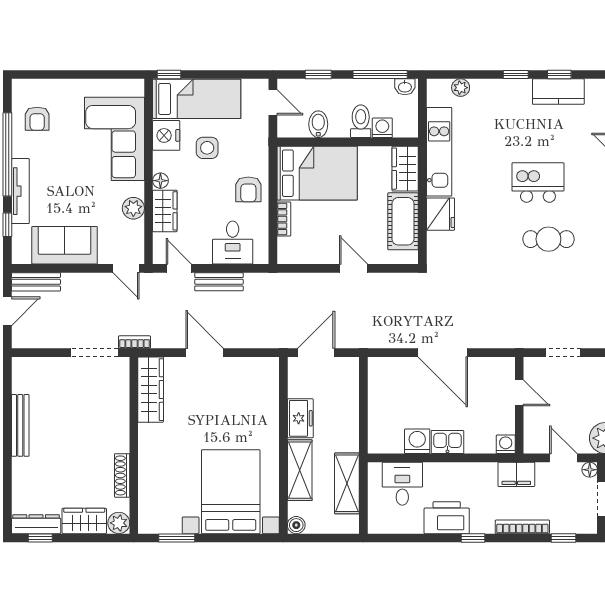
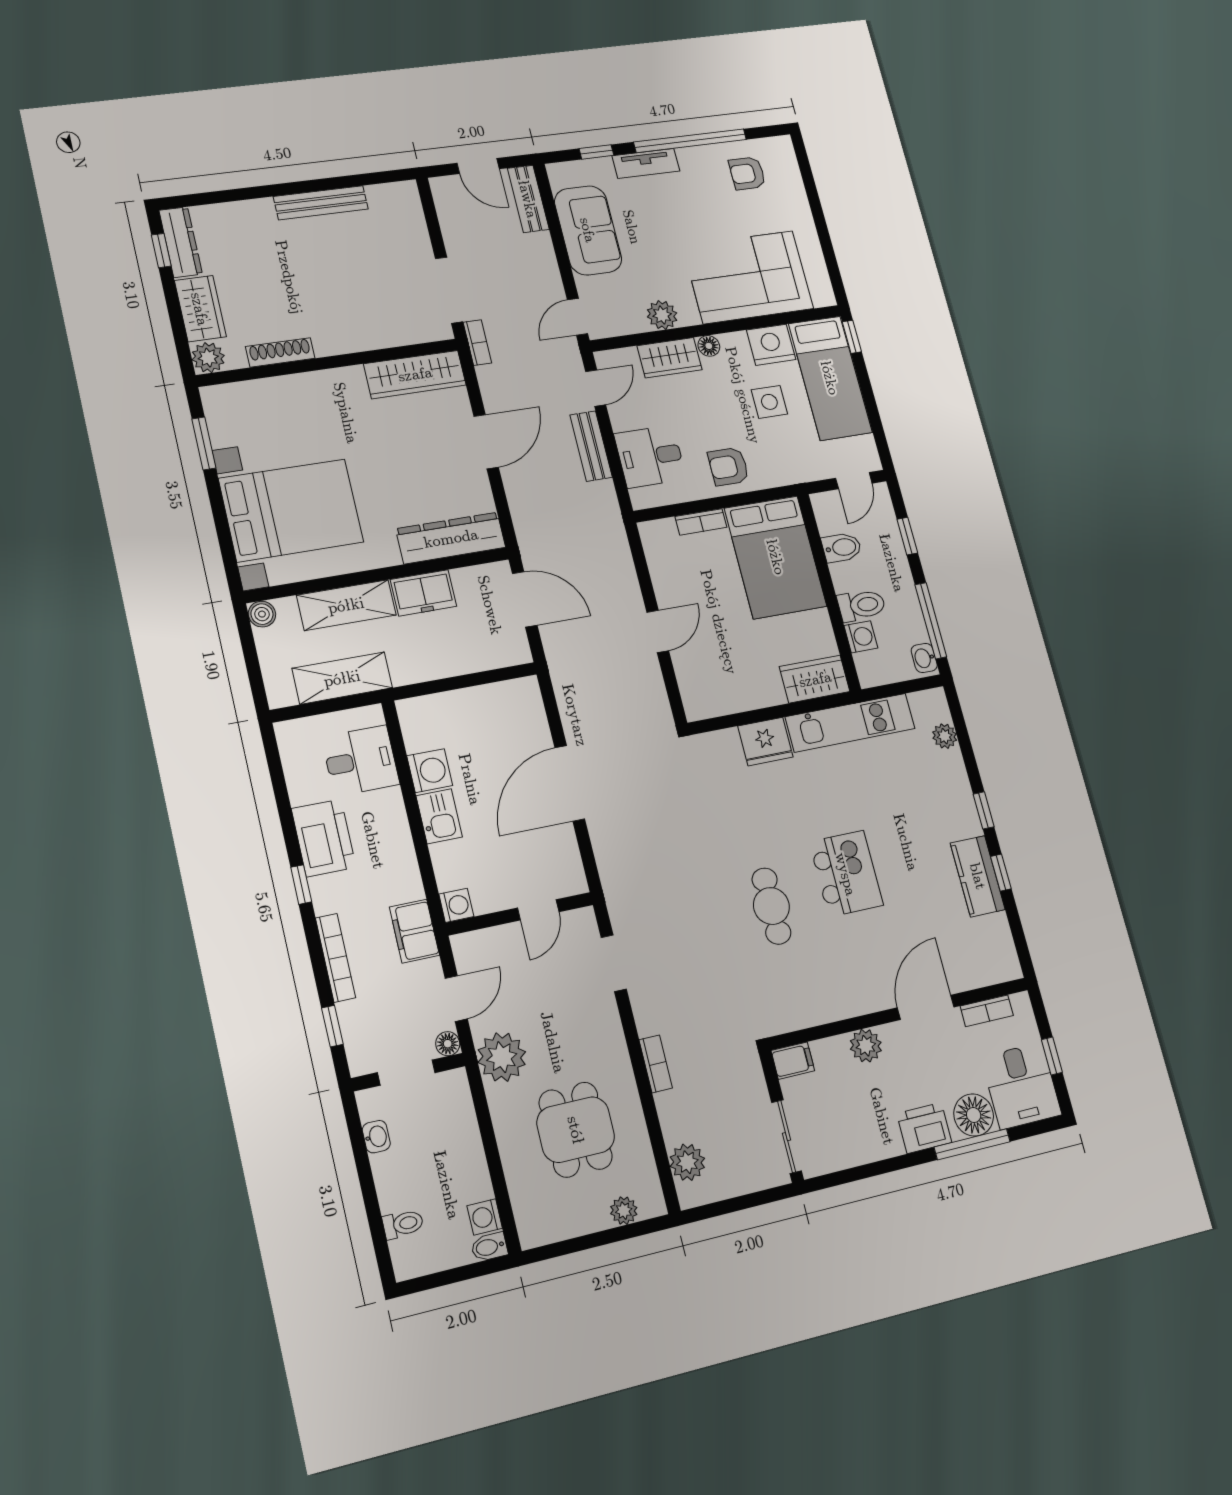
tv unit: (20, 191) -> (646, 163), width x0.71
cot: (403, 221) -> (741, 690), removed
dresser: (267, 392) -> (451, 538), added

